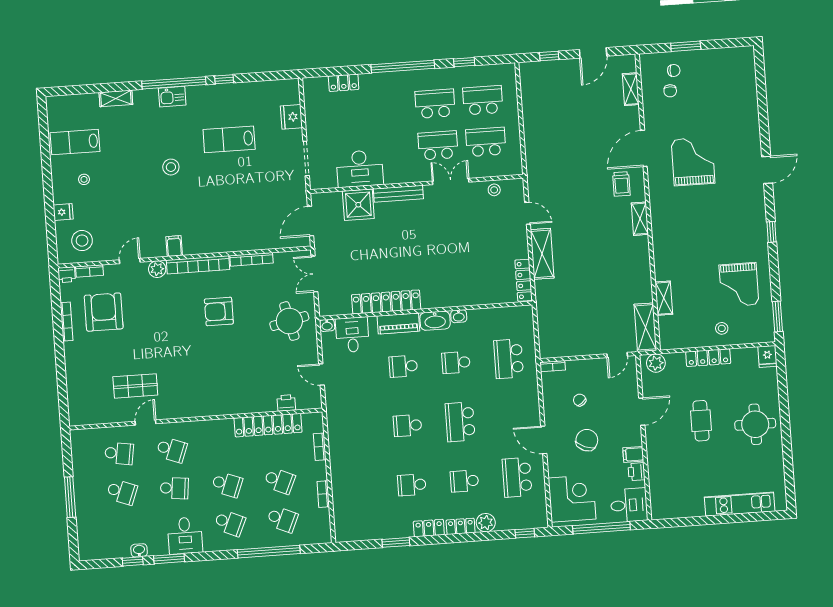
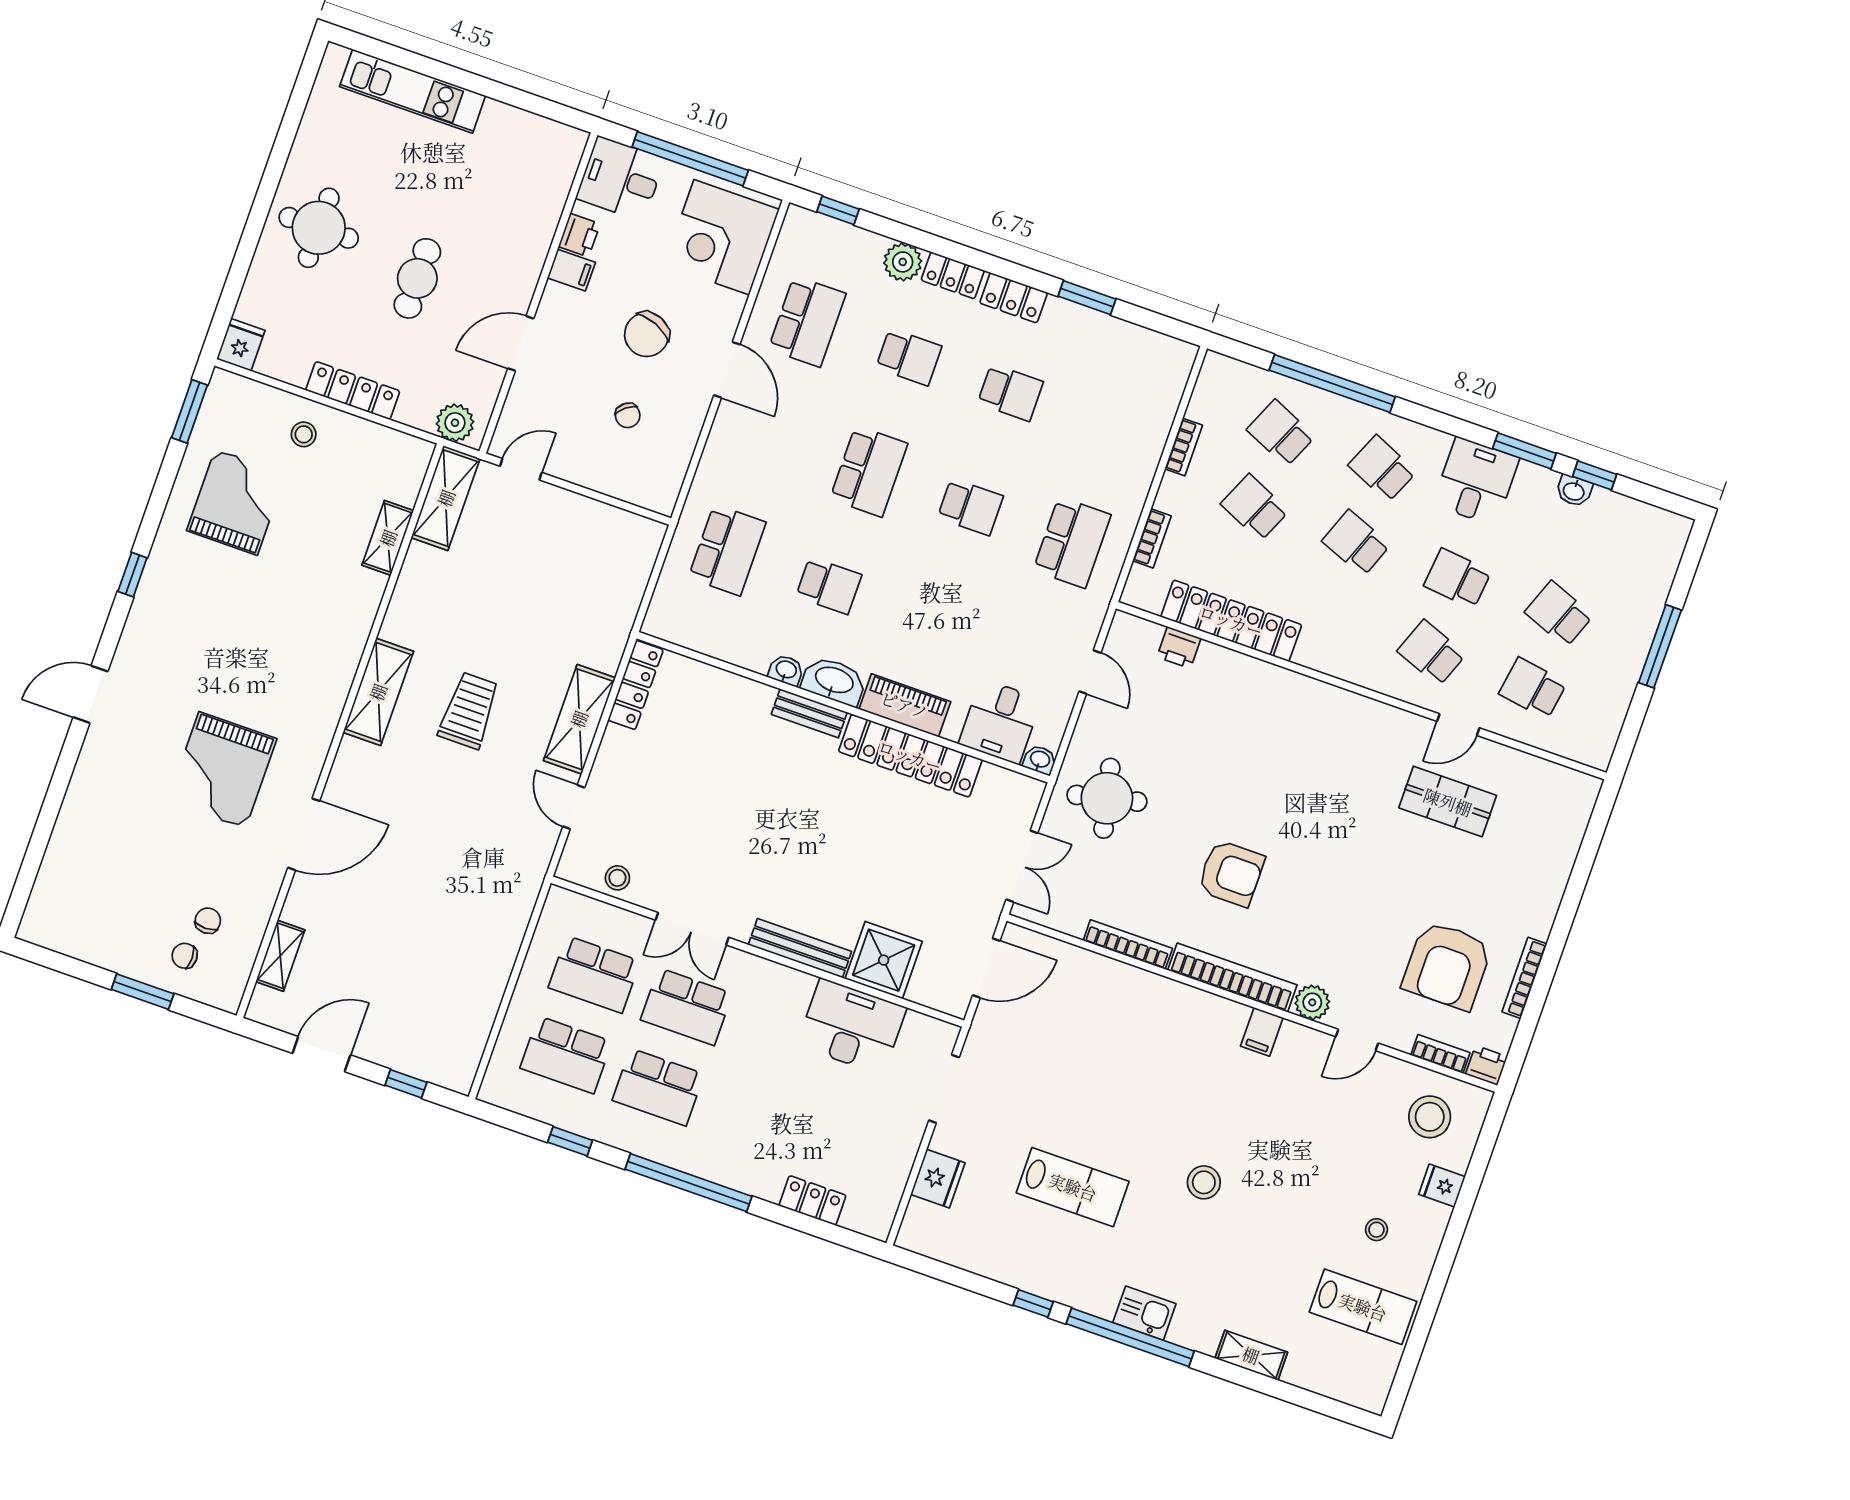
trolley: (621, 184) -> (469, 711), moved, width x1.36, depth x1.39
shelving: (640, 219) -> (378, 692), width x1.50, depth x1.33
bench: (440, 301) -> (809, 713), added
school desk: (403, 366) -> (1072, 542), moved, width x1.85
bookcase: (553, 366) -> (651, 501), removed

